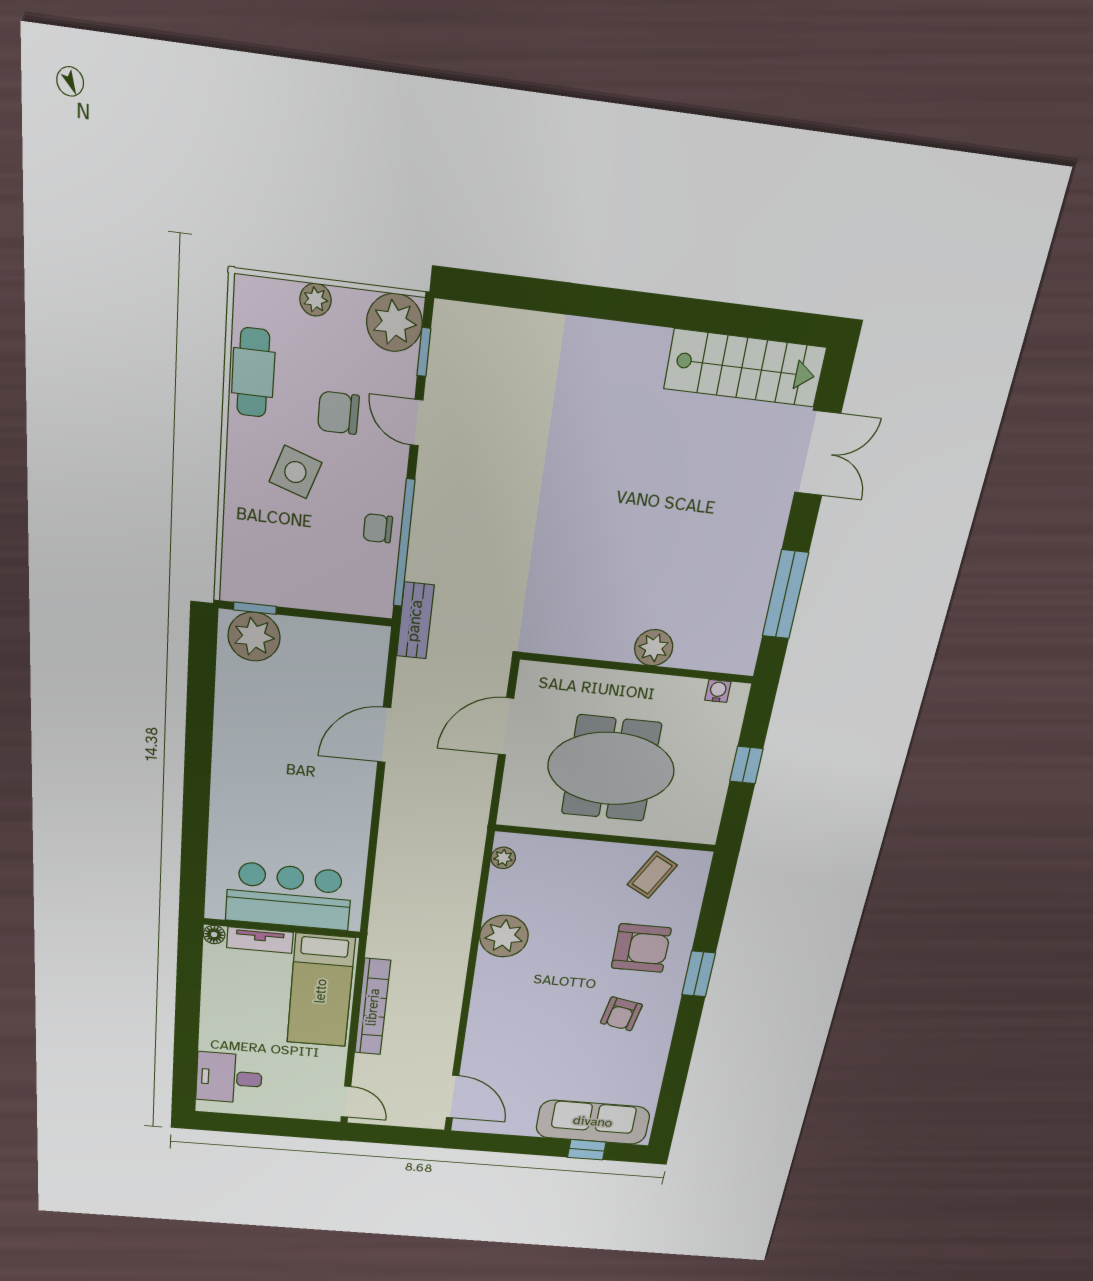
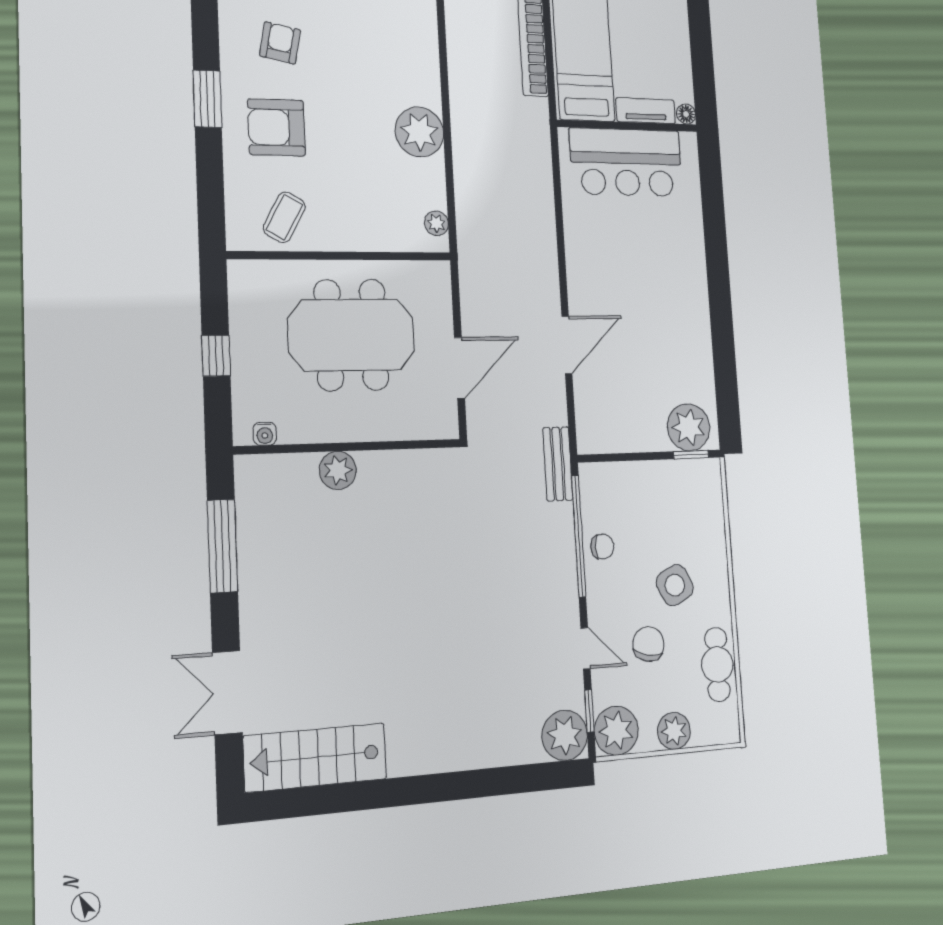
plant: (316, 300) -> (674, 731), width x1.38, depth x1.38
plant: (459, 331) -> (565, 735), added
chair: (338, 413) -> (648, 644), turned -79
side table: (295, 472) -> (675, 585), turned 45

